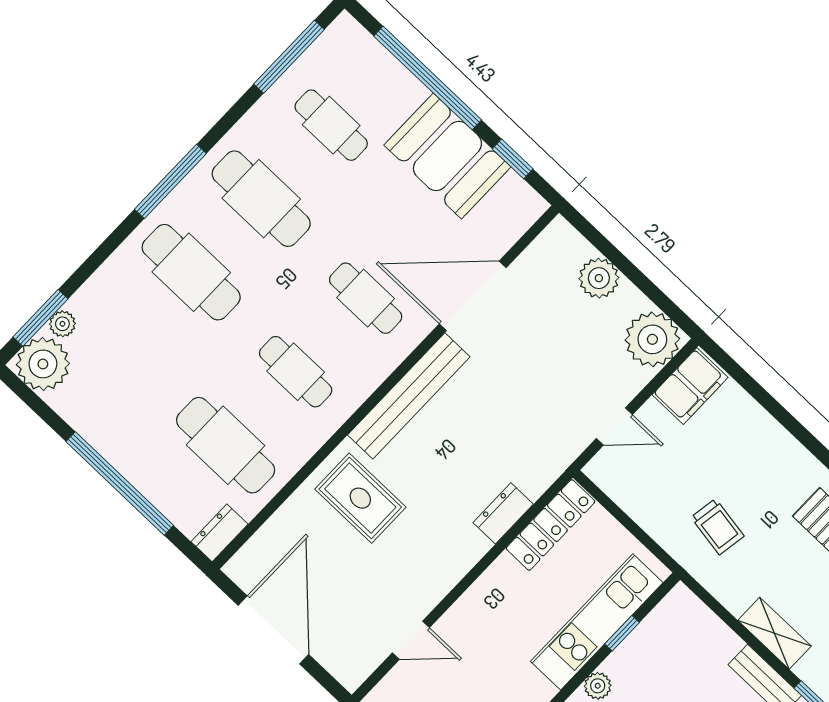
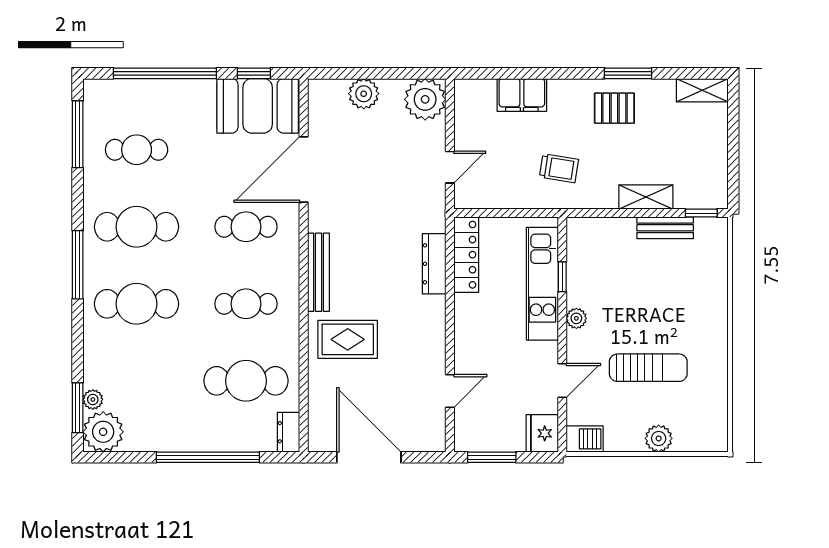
booth: (447, 156) -> (258, 106), moved
filing cabinet: (690, 386) -> (522, 95), moved, turned 90
bench: (409, 396) -> (318, 272), width x0.73, depth x0.82
dresser: (503, 513) -> (434, 264), width x1.44

